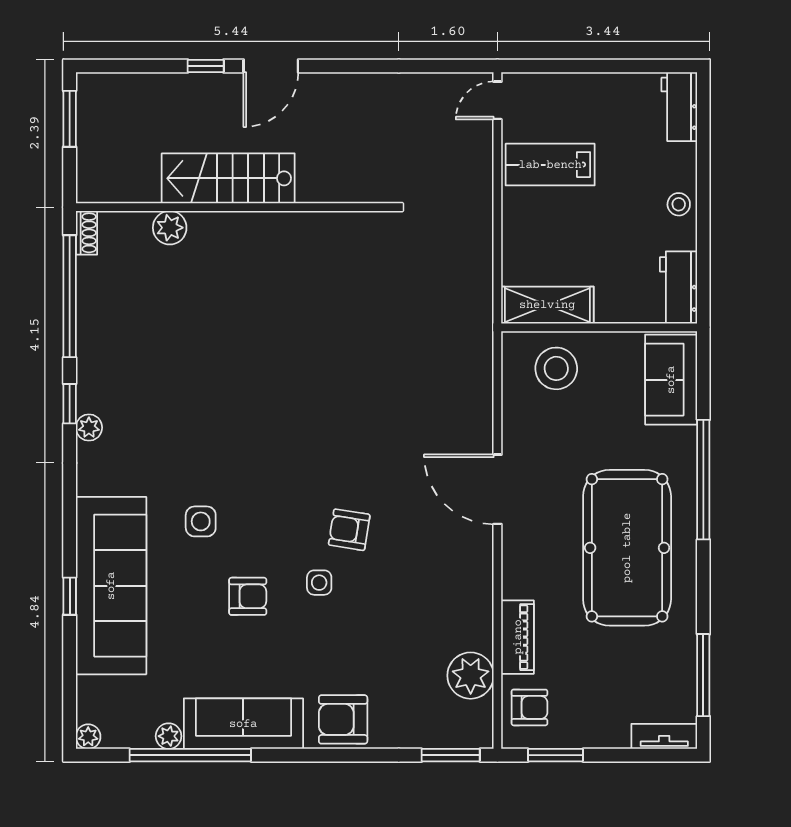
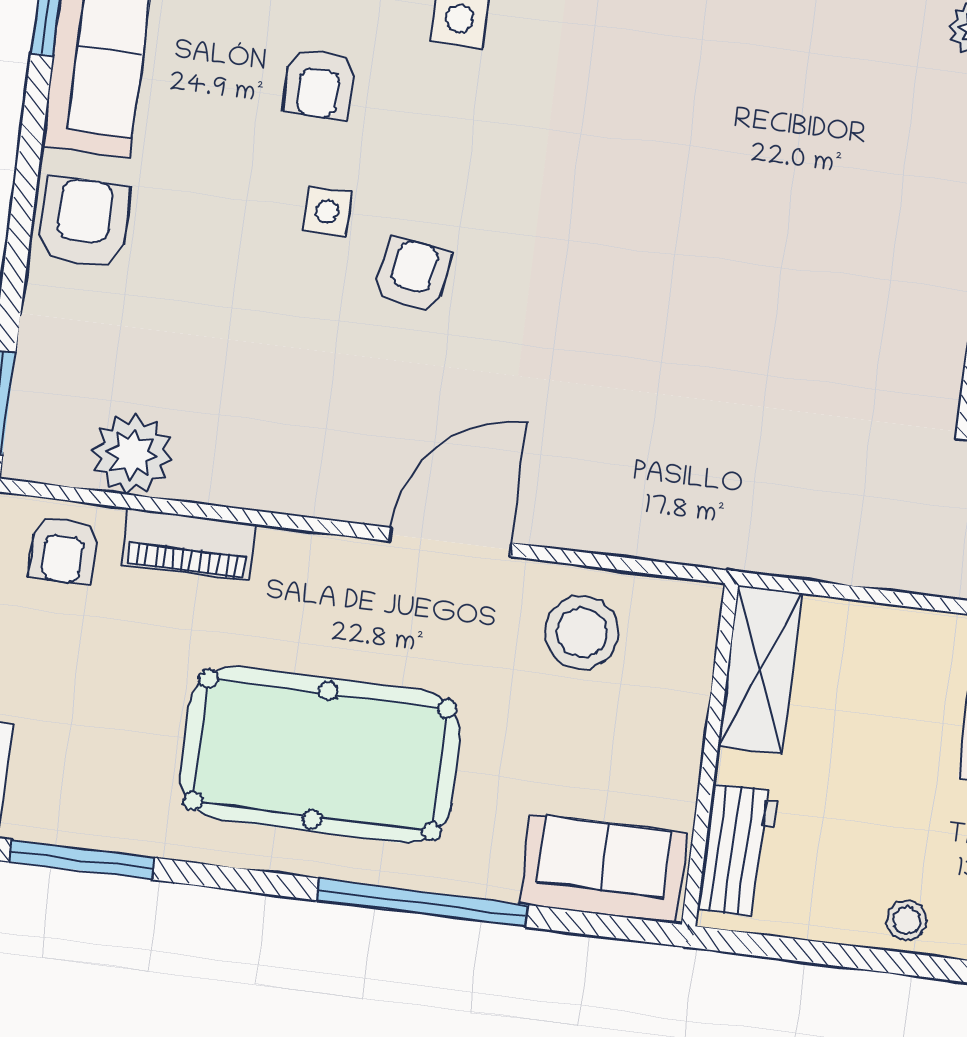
workbench: (678, 287) -> (738, 850), moved, turned 90
stool: (556, 368) -> (582, 632), moved

